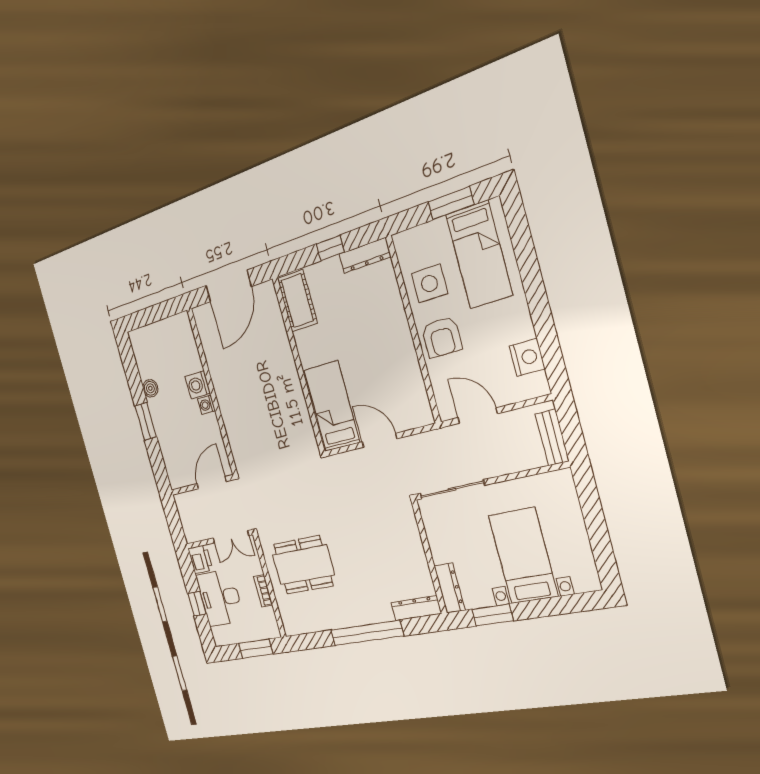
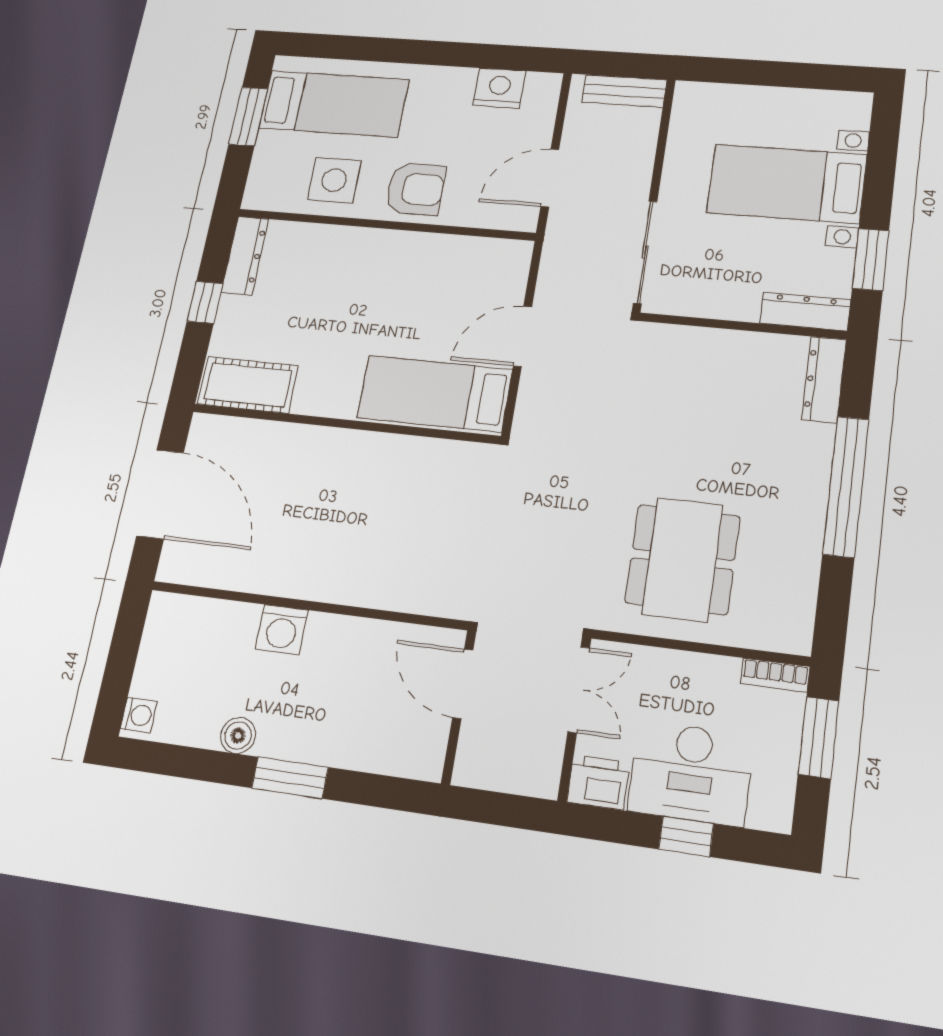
washing machine: (206, 405) -> (139, 715), moved, turned -90
bookcase: (263, 591) -> (775, 675), moved

